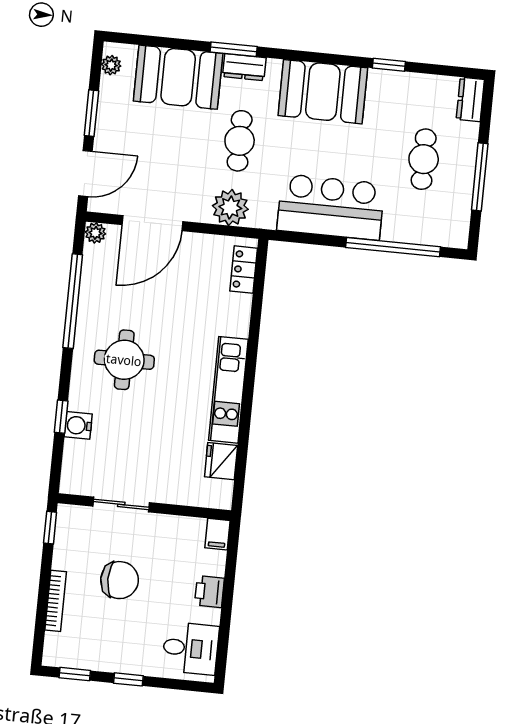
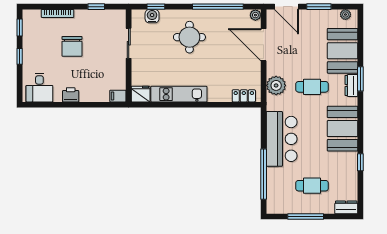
sliding door: (121, 504) -> (129, 43), moved
wall: (144, 507) -> (129, 56), moved
filing cabinet: (218, 534) -> (118, 96), moved

